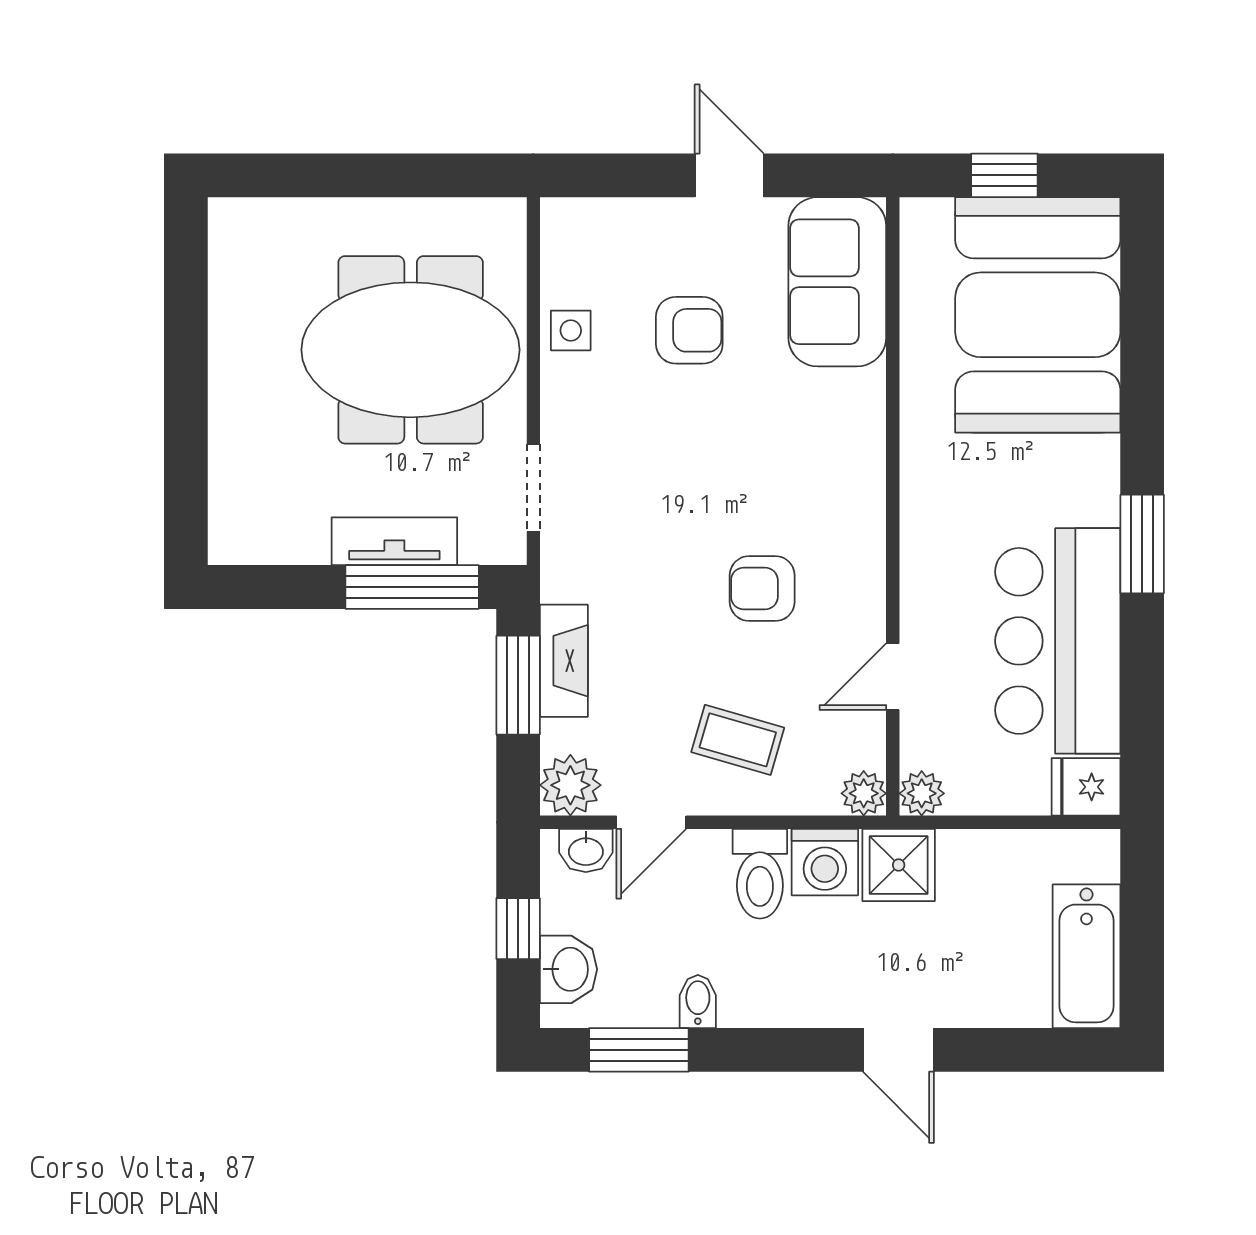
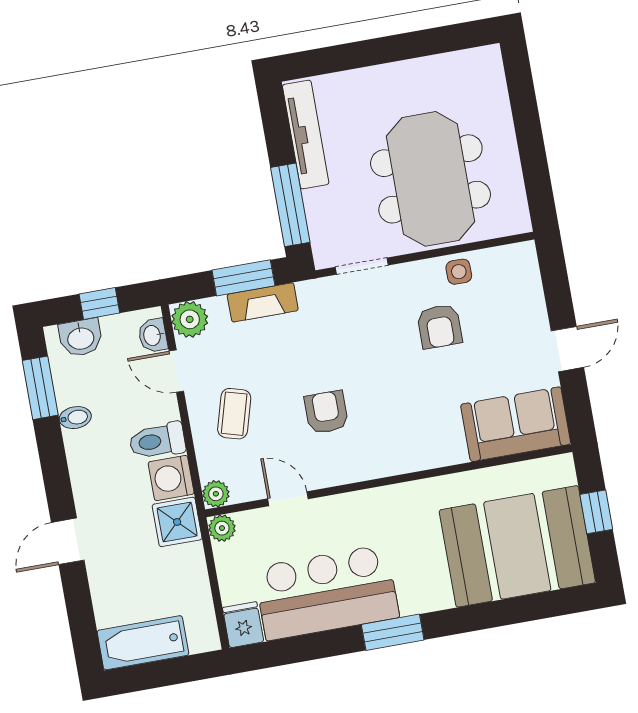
armchair: (689, 330) -> (439, 326), moved
tv unit: (394, 541) -> (306, 134), moved, width x1.41

